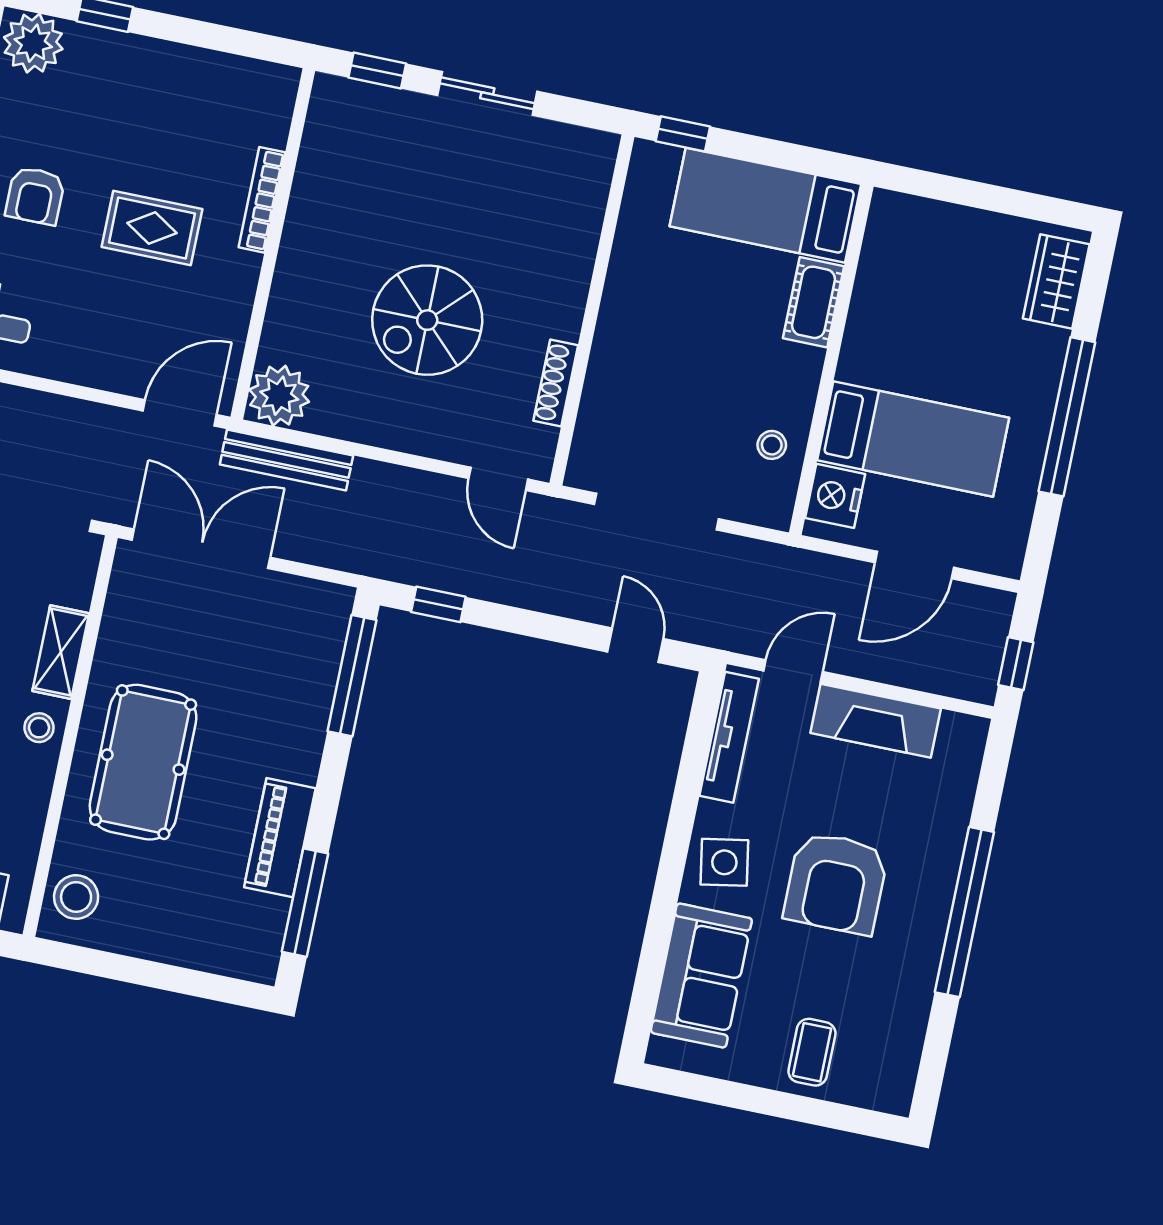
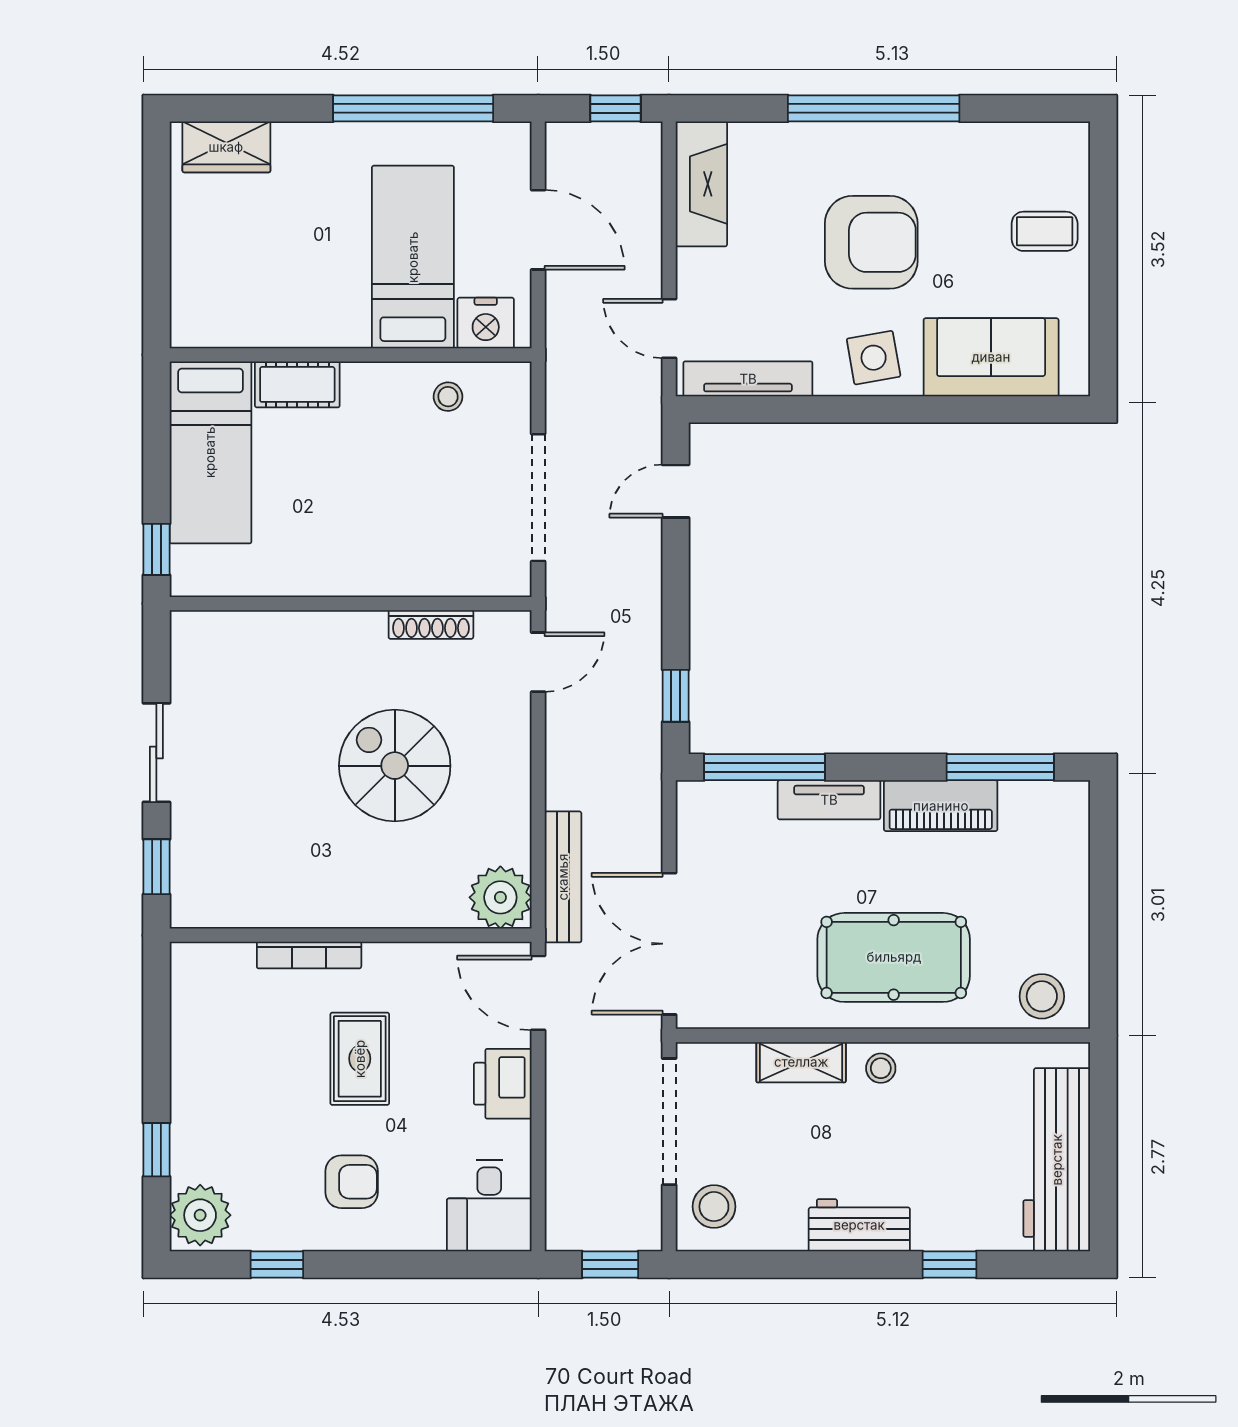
spiral stairs: (427, 320) -> (395, 766), turned 180
printer: (99, 361) -> (503, 1084), added
window: (1067, 417) -> (413, 108), moved
fireplace: (876, 721) -> (701, 184), moved
tv unit: (308, 731) -> (829, 800), added

